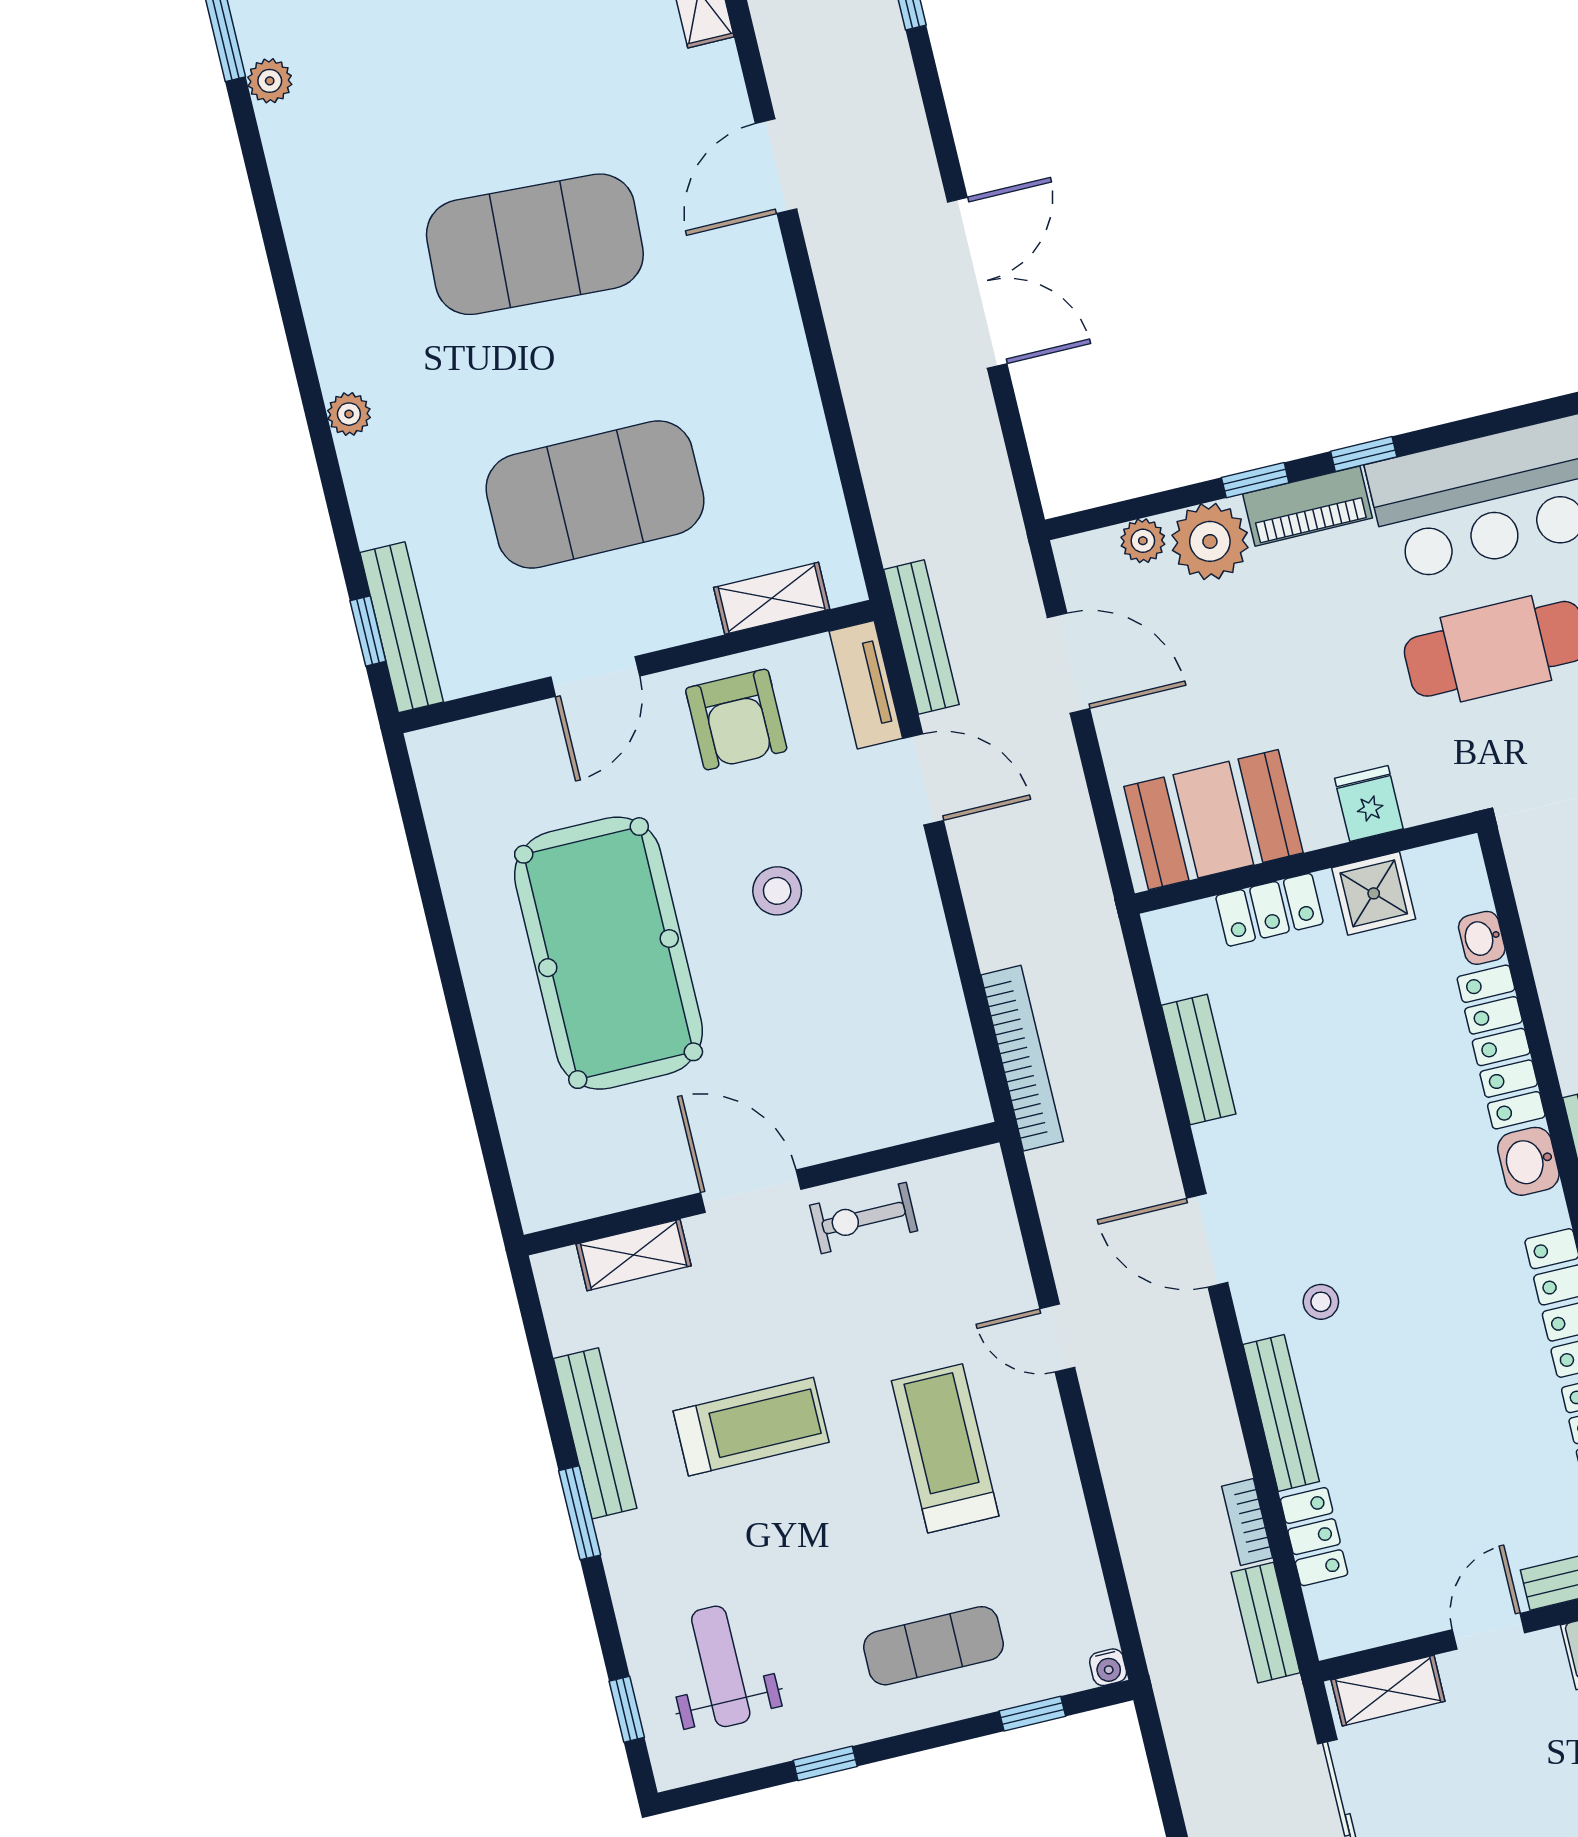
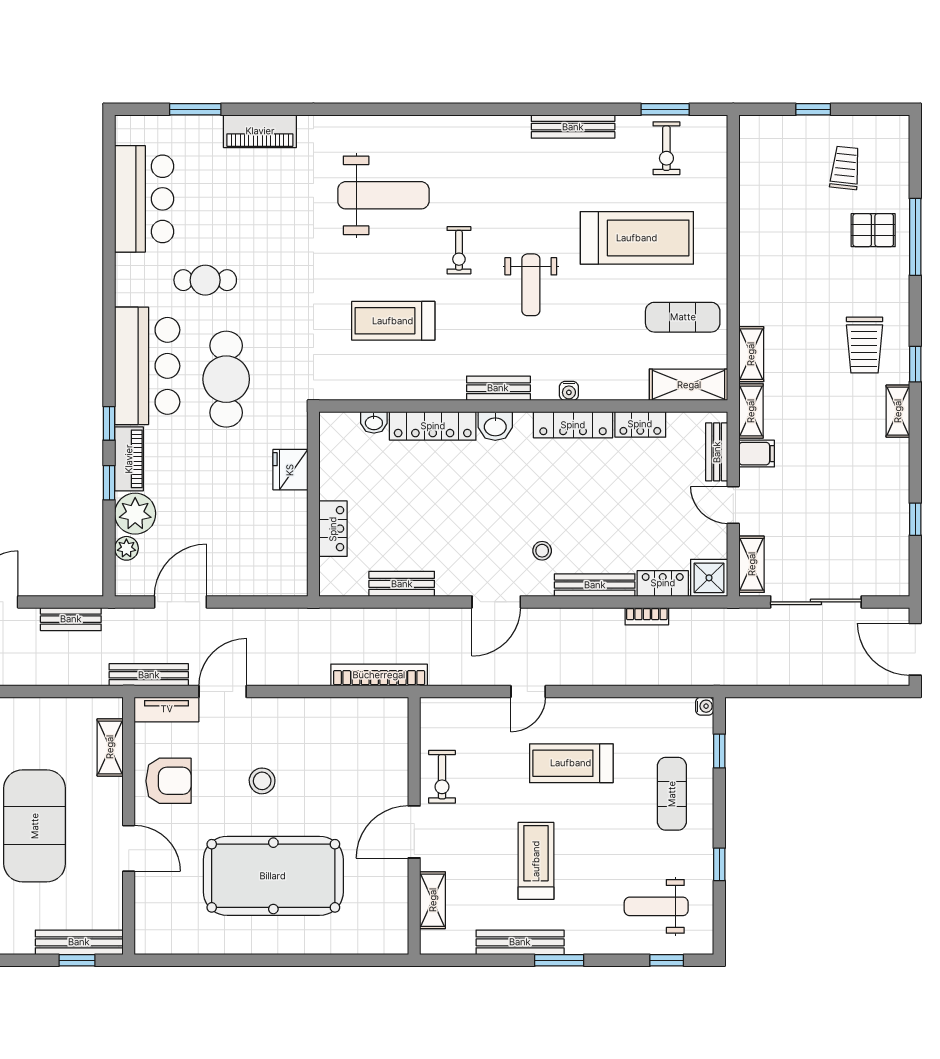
fridge: (1369, 803) -> (290, 470), width x1.38
booth: (1213, 820) -> (279, 546), removed
shower: (1374, 893) -> (709, 578), moved
bench: (1266, 1623) -> (71, 619), moved

